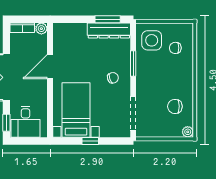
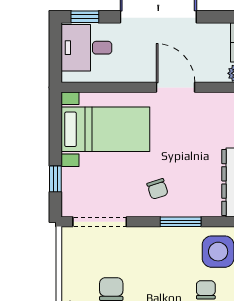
window: (90, 141) -> (55, 179), moved

